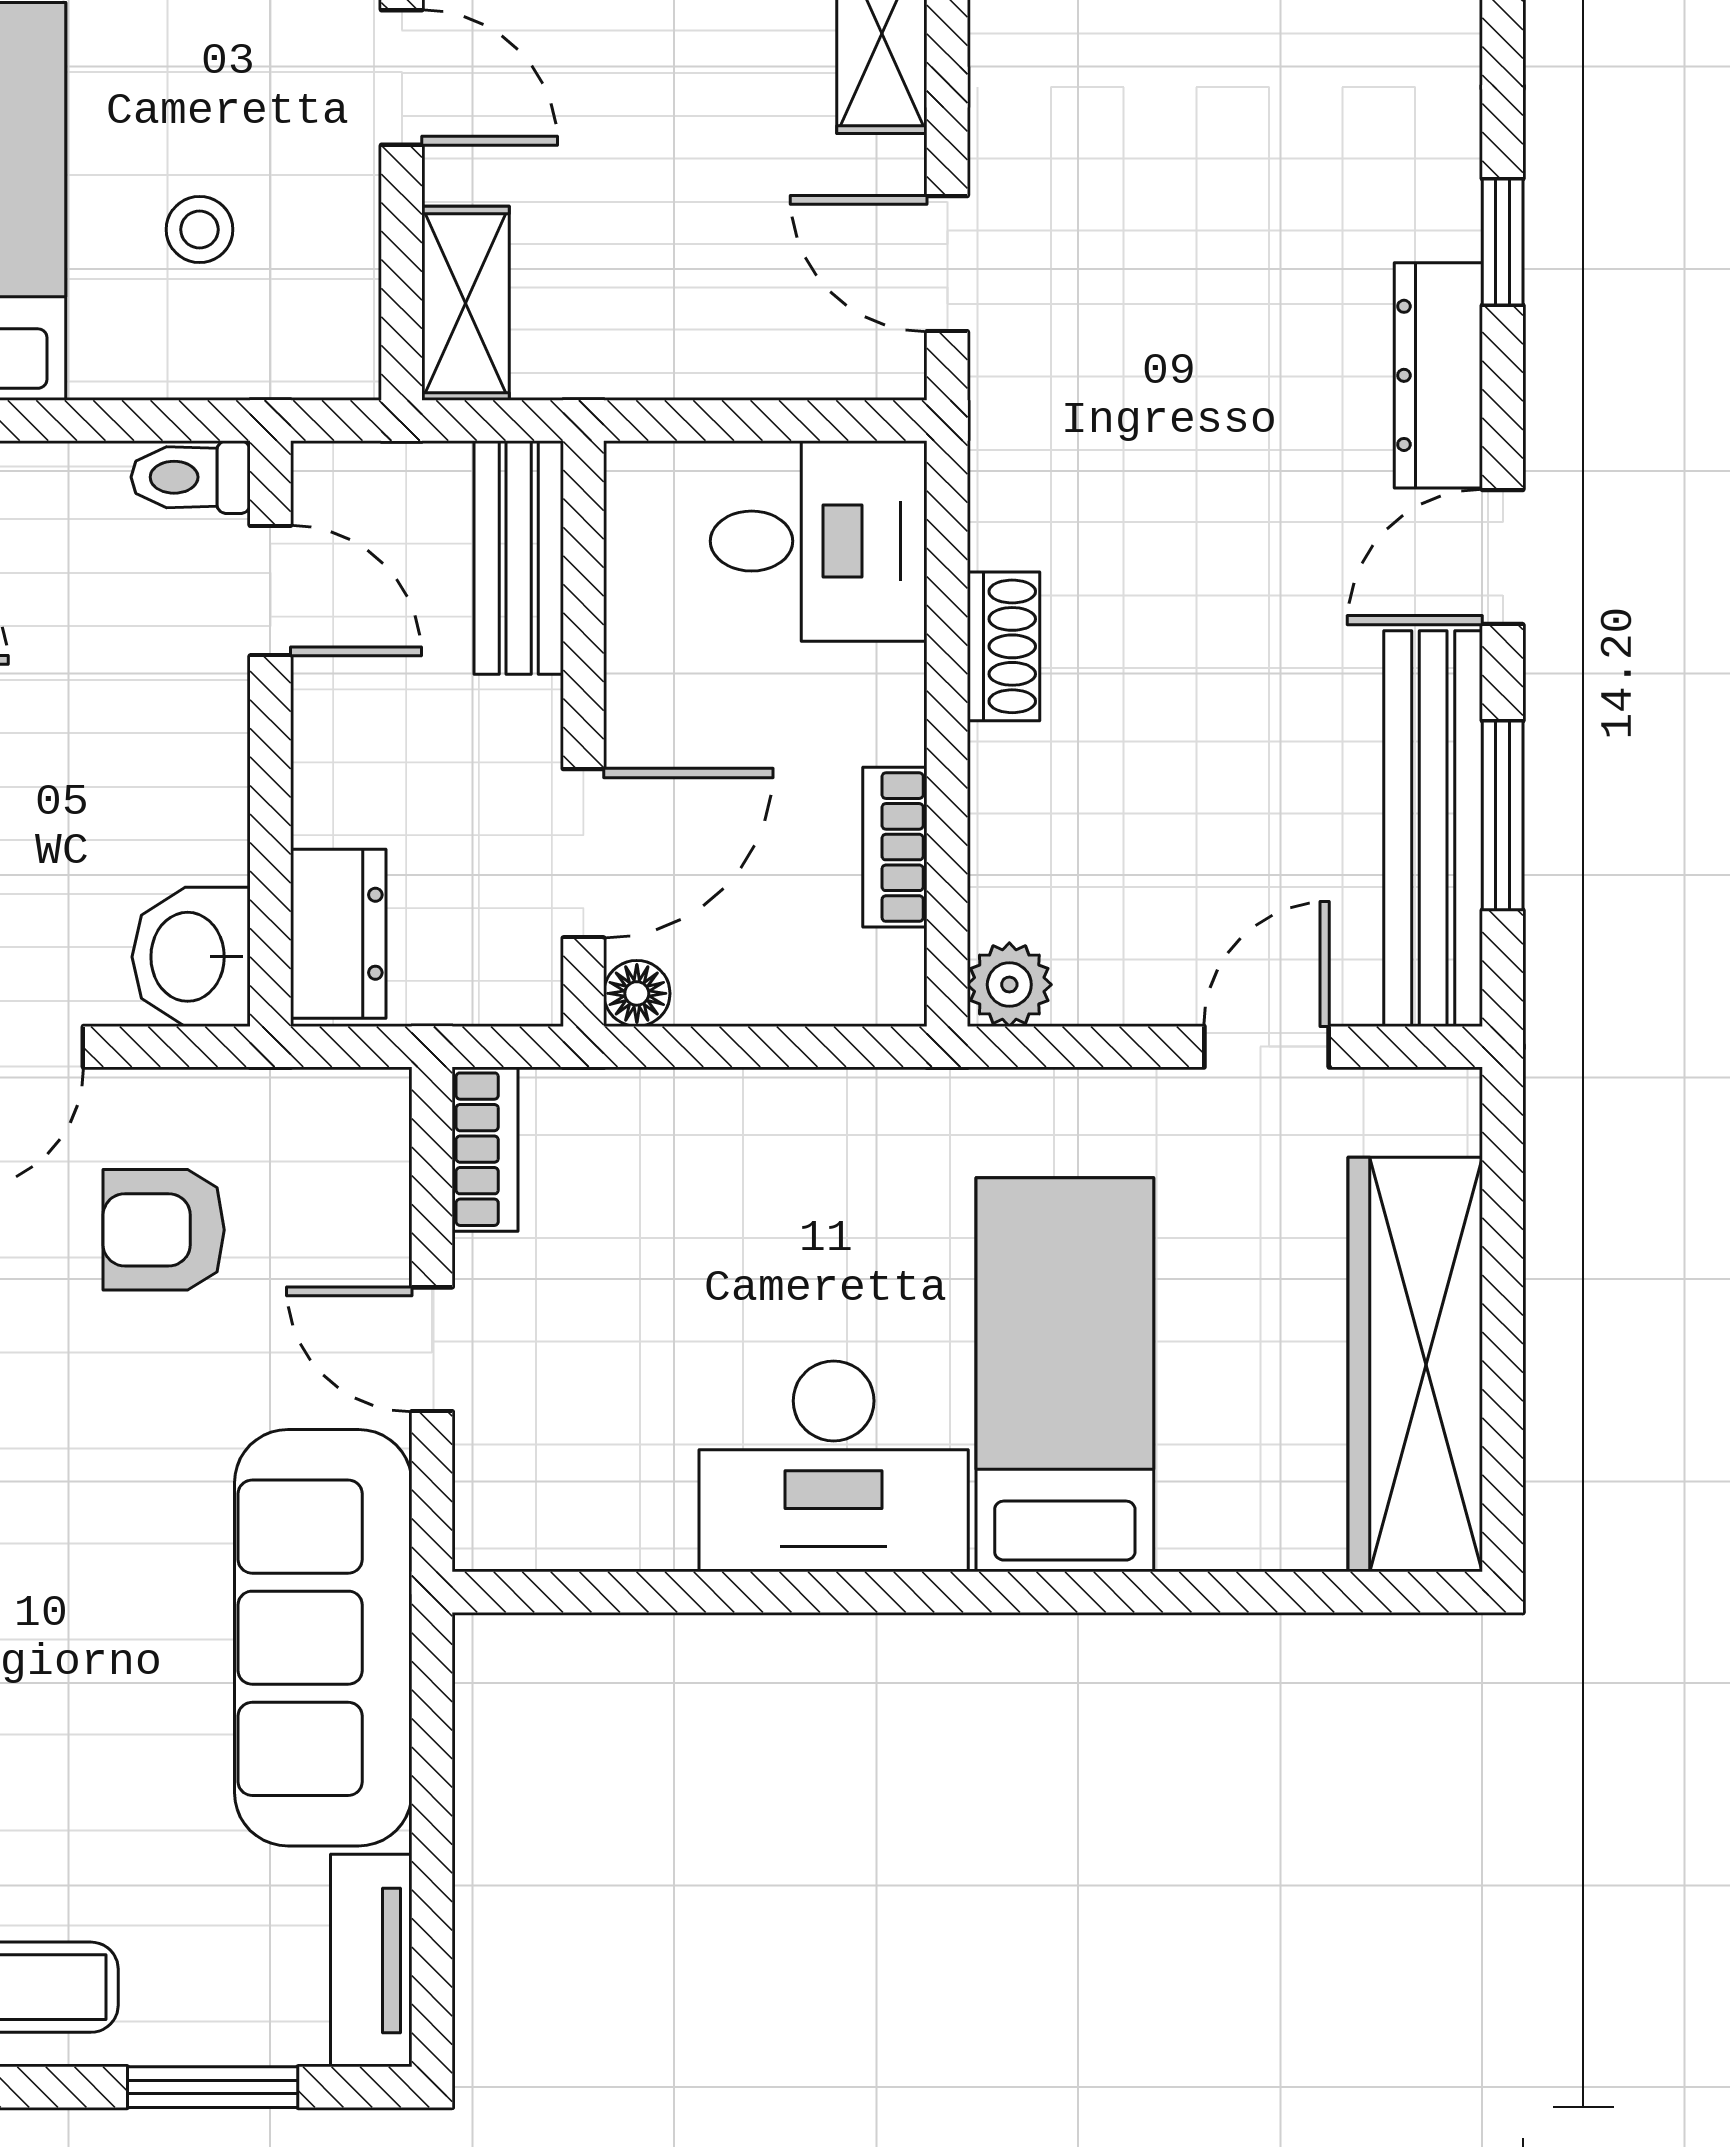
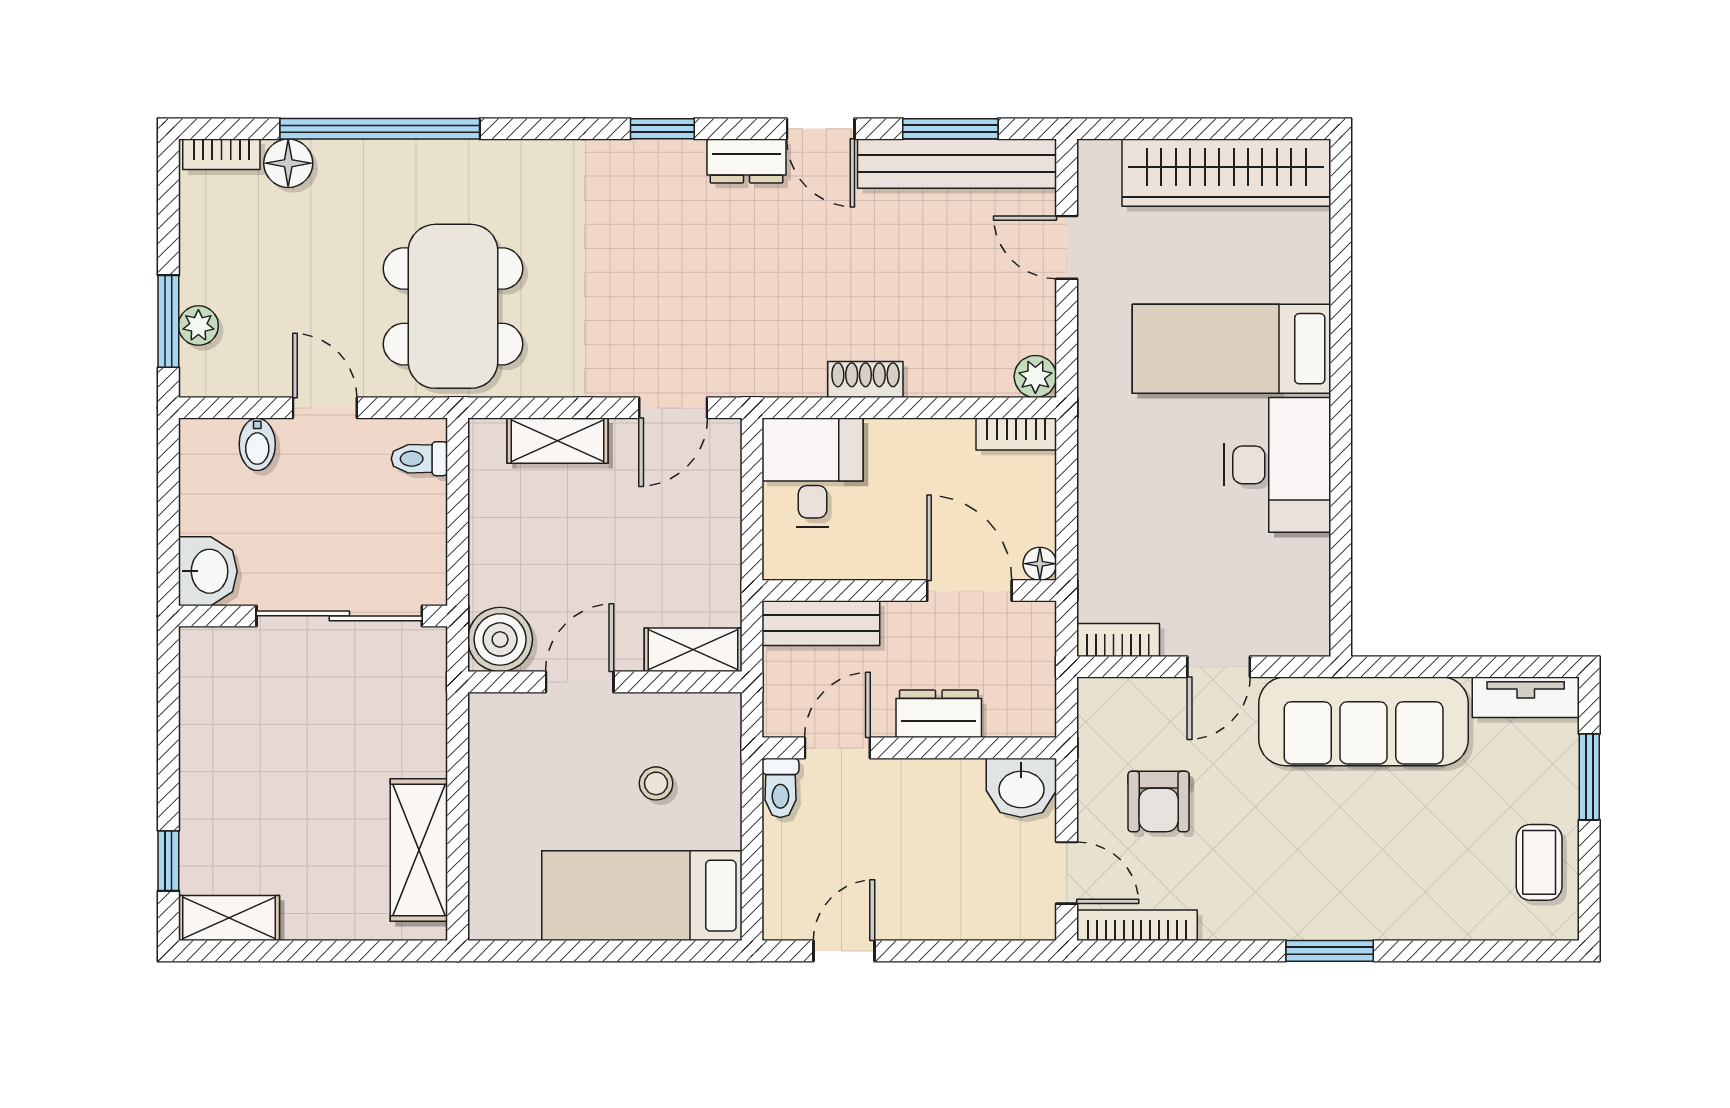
dresser: (1438, 375) -> (747, 161), width x0.70
bookcase: (895, 847) -> (1016, 434), moved
dresser: (338, 934) -> (939, 714), moved

